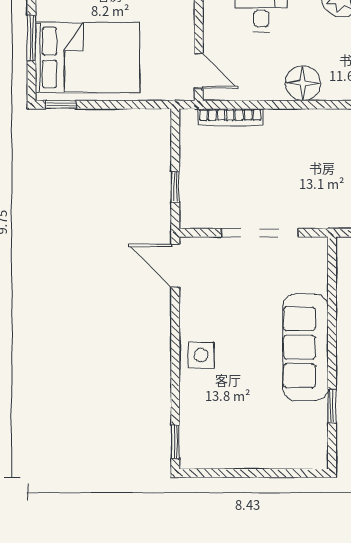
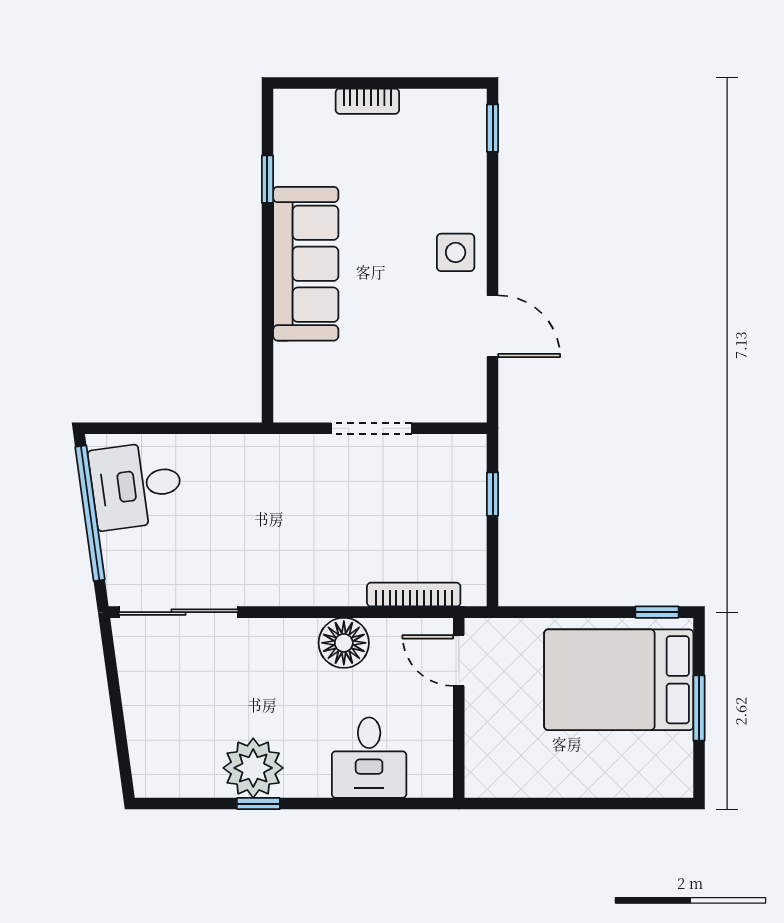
floor lamp: (303, 83) -> (344, 643), moved
doorway: (260, 233) -> (371, 428), width x0.73
door: (175, 266) -> (493, 326), moved
bookcase: (262, 460) -> (367, 101), added

